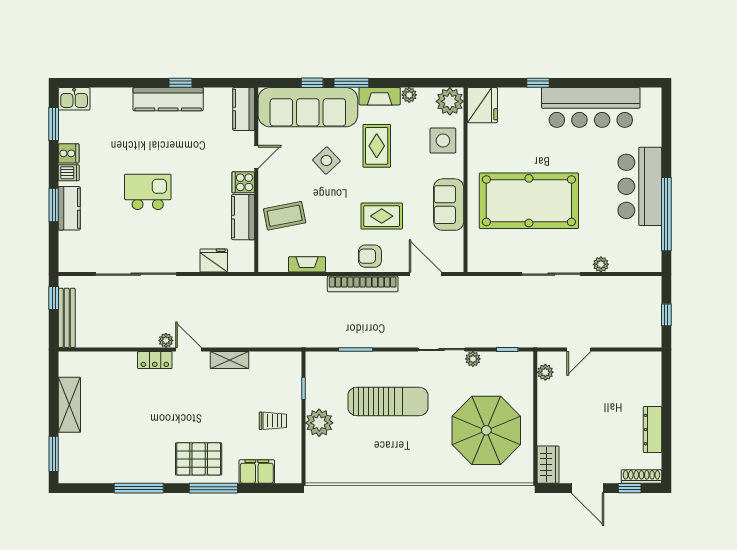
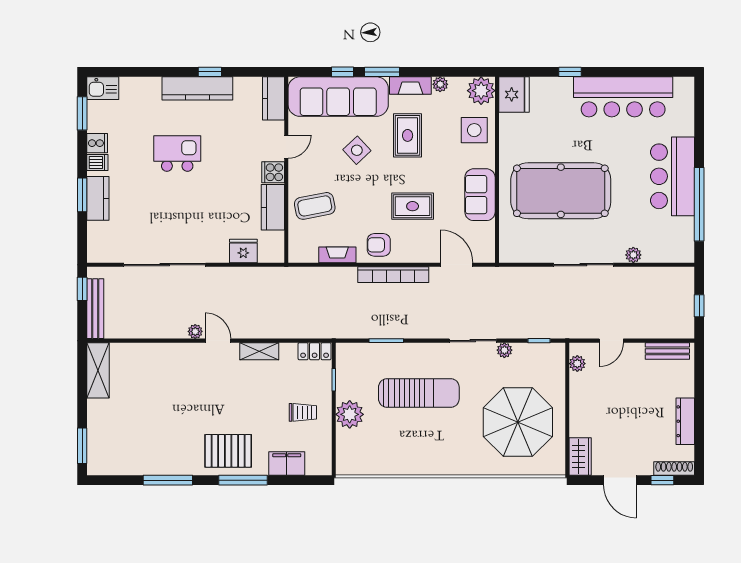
kitchen island: (148, 192) -> (177, 153), moved
armchair: (370, 256) -> (379, 245), moved
locker: (155, 360) -> (315, 351), moved
bench: (635, 360) -> (667, 351), added
shelving: (69, 405) -> (98, 370), moved

